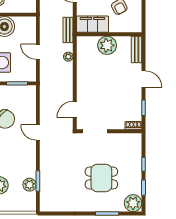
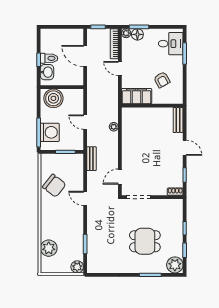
bench: (68, 30) -> (91, 159), moved
plant: (107, 45) -> (150, 116), removed
plant: (30, 185) -> (77, 267), moved

